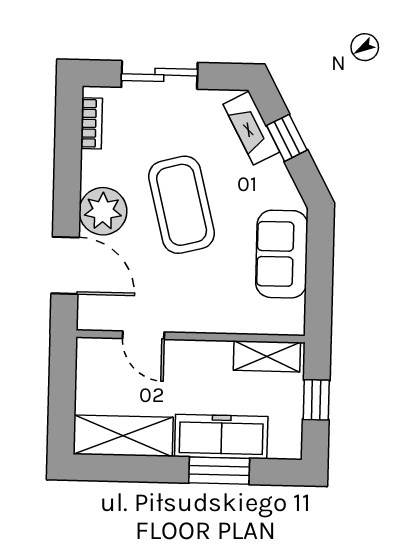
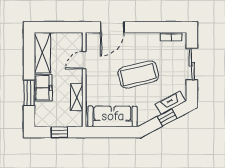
plant: (103, 211) -> (135, 42), removed
sofa: (282, 254) -> (113, 116), width x1.36
shelving: (267, 356) -> (77, 97), moved
freezer: (221, 437) -> (43, 88), width x0.71

